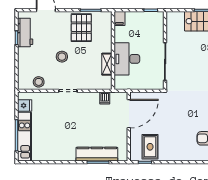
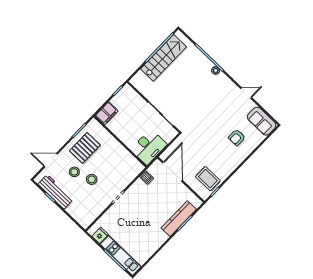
filing cabinet: (119, 18) -> (107, 113), width x2.00
pallet: (81, 28) -> (85, 148), turned 90
workbench: (25, 32) -> (56, 192), width x1.38
desk: (127, 59) -> (149, 147), moved, turned -90
shelving: (107, 64) -> (125, 154), removed
stool: (39, 82) -> (74, 172), moved

